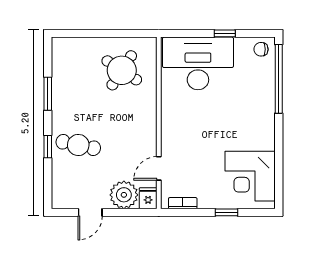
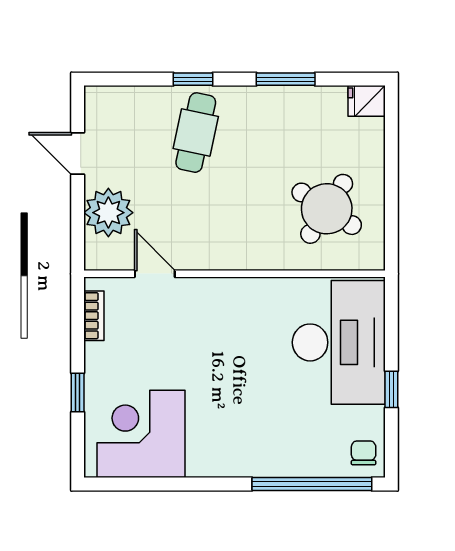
fridge: (148, 198) -> (367, 101), moved, turned 180

